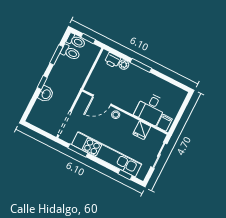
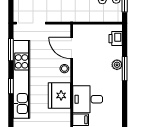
plant: (124, 65) -> (117, 65), moved
fridge: (142, 130) -> (59, 95), width x1.88, depth x1.34
window: (125, 175) -> (11, 86), moved

